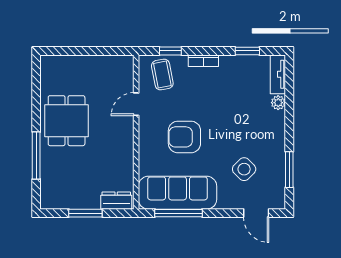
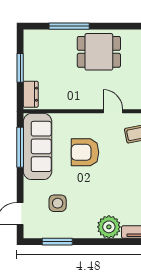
plant: (278, 103) -> (109, 227), width x1.87, depth x1.87
armchair: (184, 137) -> (85, 152), turned -90
side table: (244, 169) -> (58, 203), turned 45

